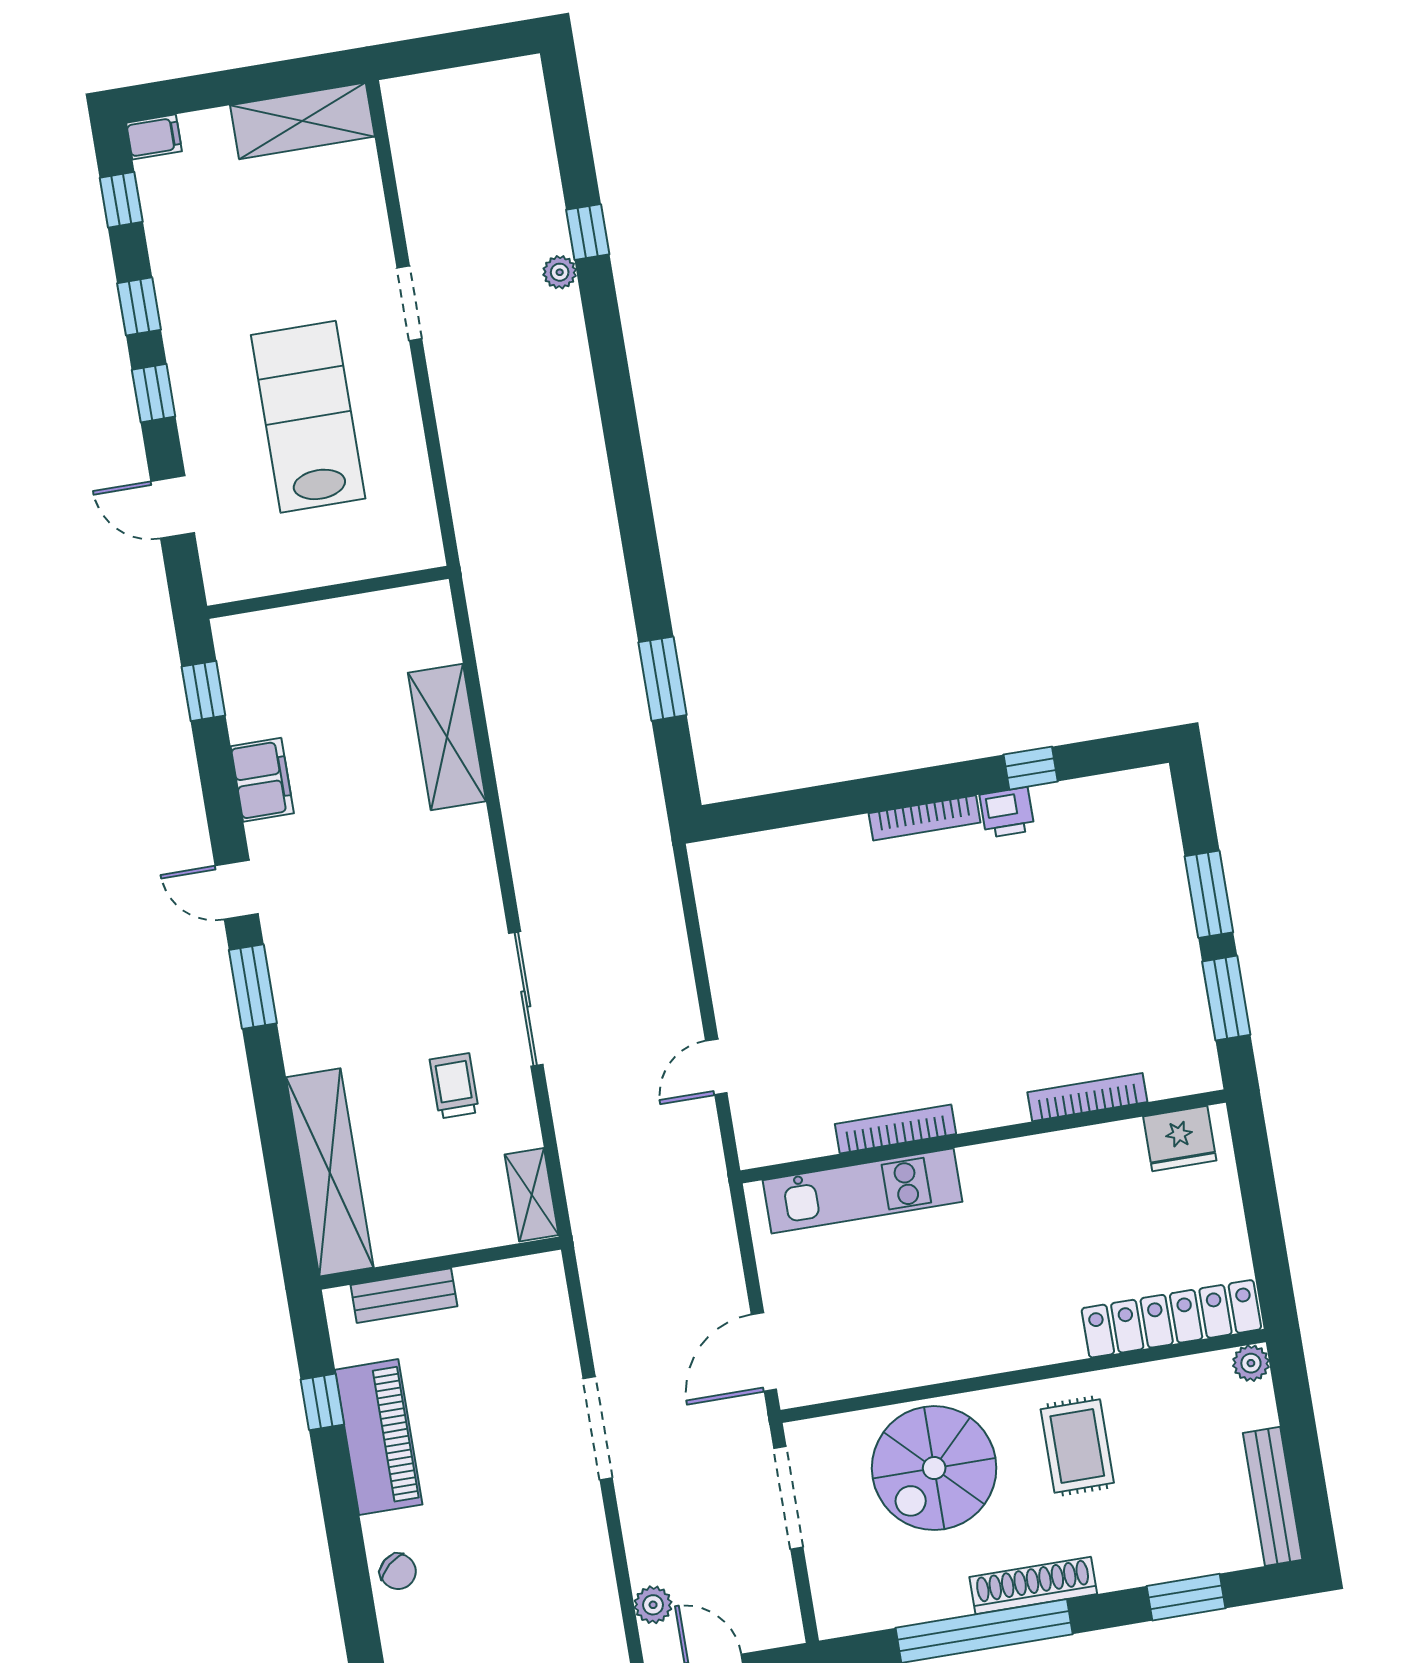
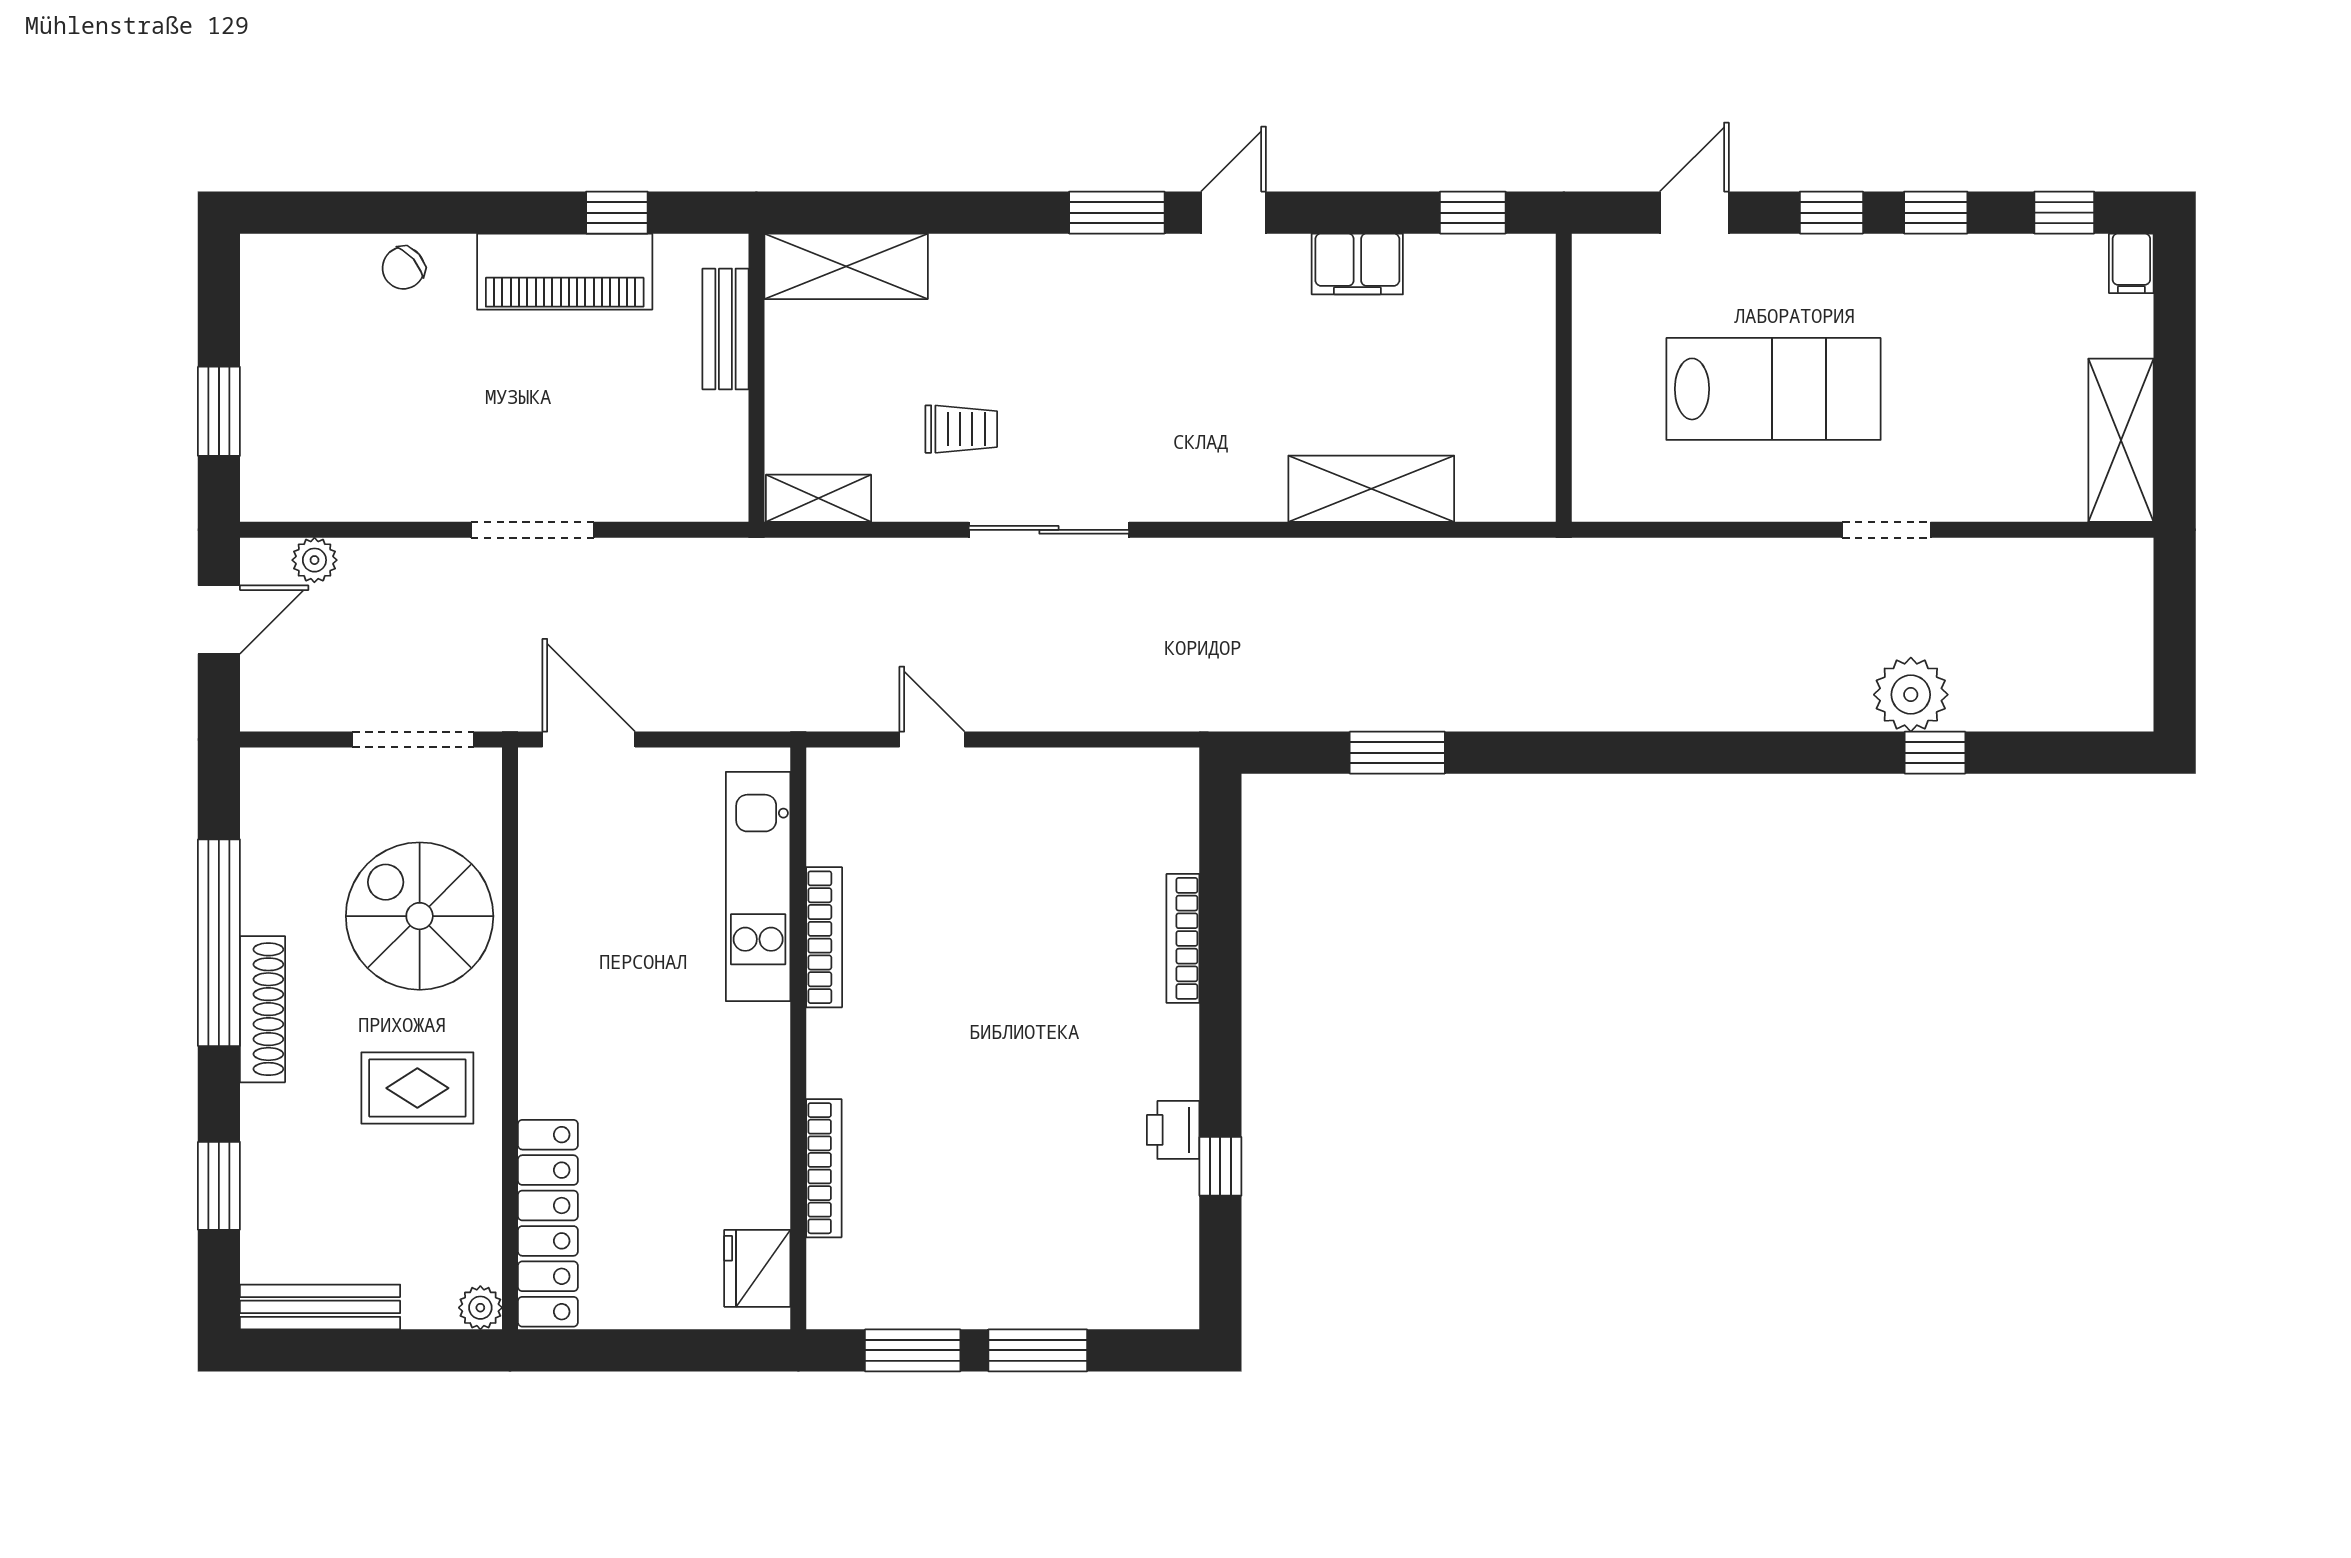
plant: (560, 272) -> (1911, 695), width x1.88, depth x1.88
bookcase: (925, 818) -> (1183, 938), moved
shelving: (330, 1172) -> (846, 266), width x0.68

